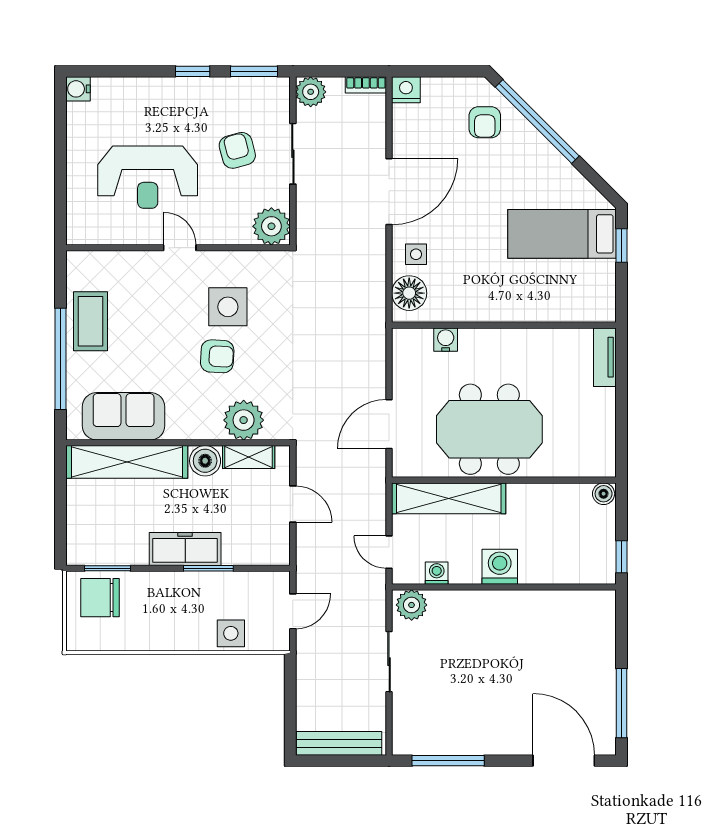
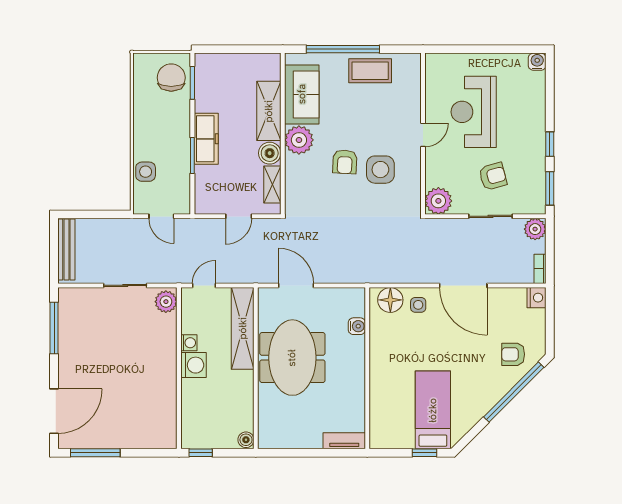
plant: (244, 420) -> (299, 140), moved
shelving: (127, 462) -> (269, 111), width x0.68
washing machine: (437, 573) -> (189, 343), moved

